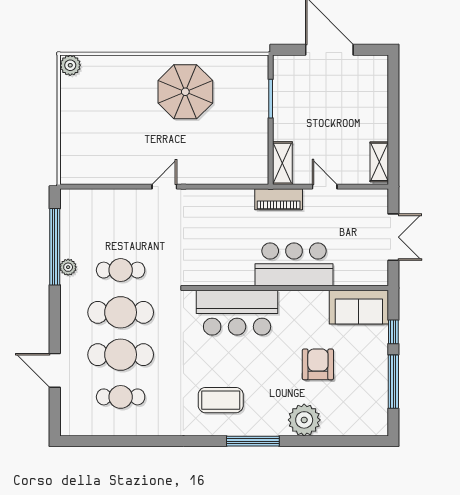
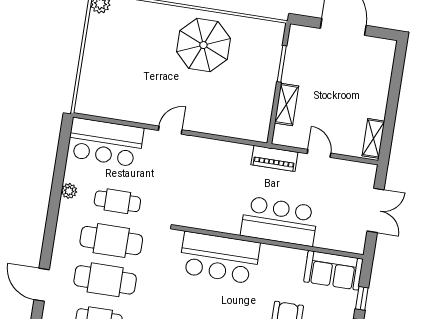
shelving: (282, 163) -> (287, 104), moved
bar counter: (98, 210) -> (105, 142), added
window: (55, 247) -> (60, 170), removed

